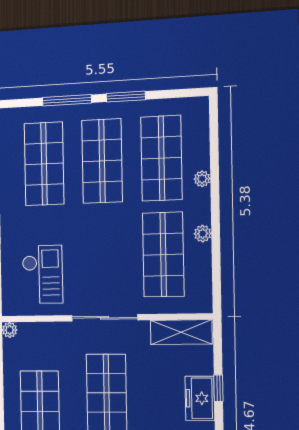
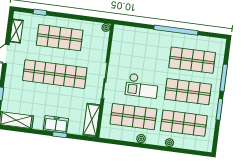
checkout: (42, 274) -> (142, 86), moved

